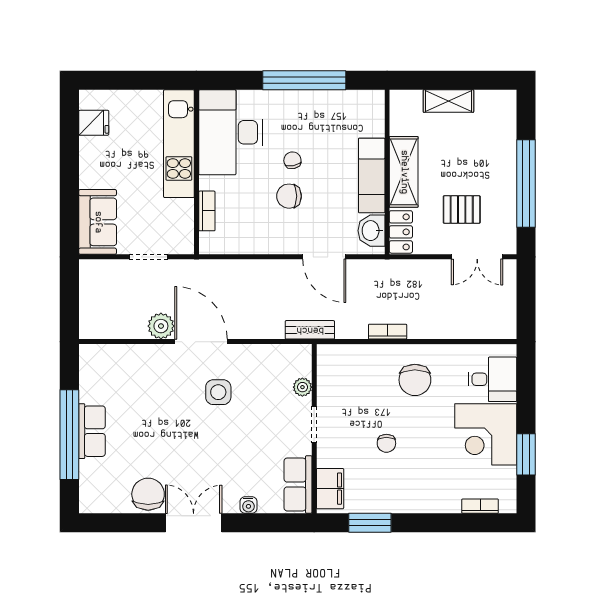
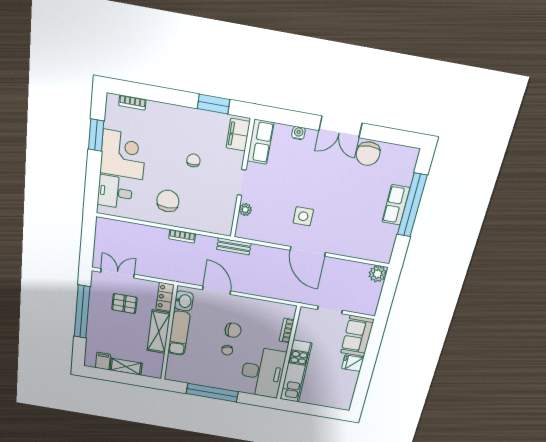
filing cabinet: (486, 104) -> (103, 361), added
fridge: (94, 123) -> (353, 363), moved
plant: (161, 326) -> (378, 274), moved

